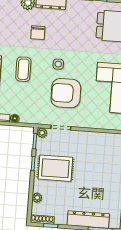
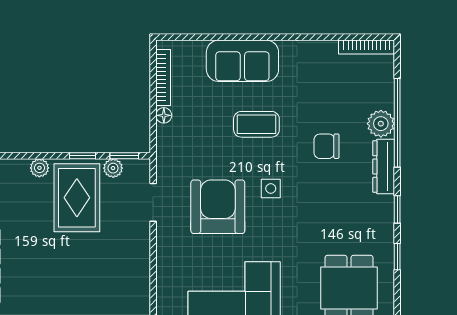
plant: (42, 133) -> (113, 168), moved
plant: (37, 198) -> (39, 168), moved

